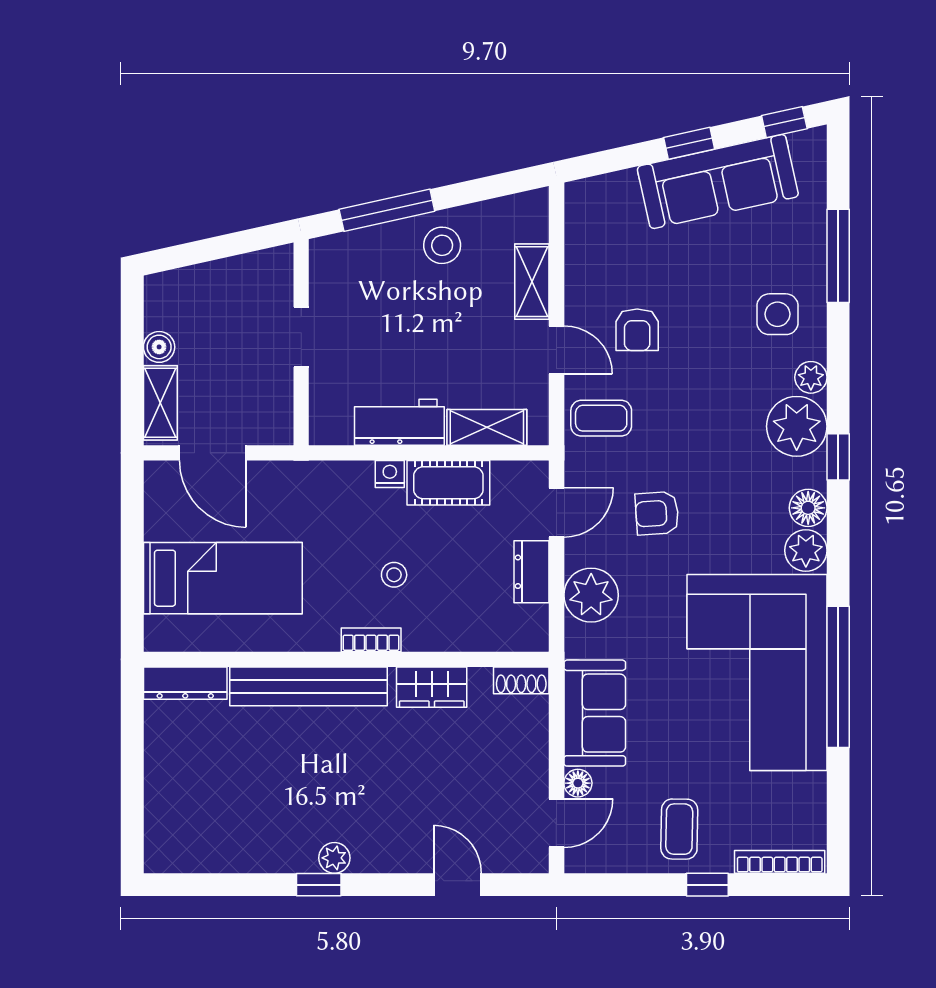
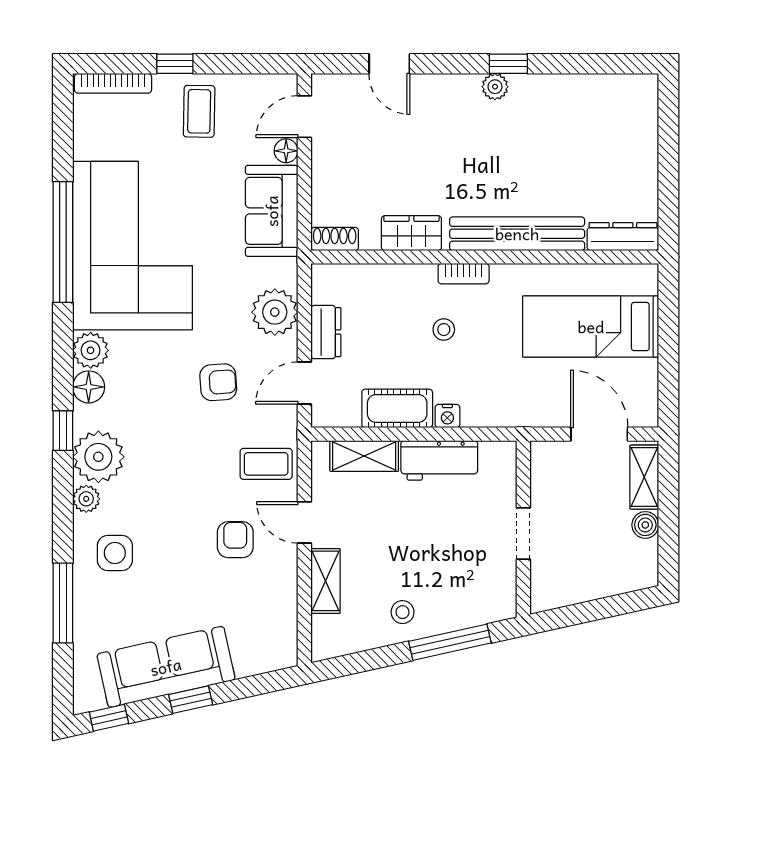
stool: (442, 245) -> (403, 612), width x0.73, depth x0.73

